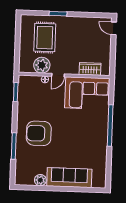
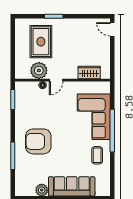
corner sofa: (87, 93) -> (94, 117), moved, turned 90
coffee table: (95, 149) -> (97, 155), added

